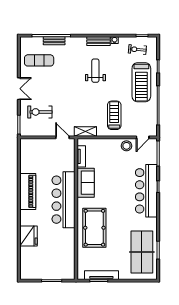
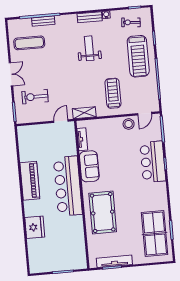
door: (63, 137) -> (61, 121), hinge flipped
bar counter: (146, 191) -> (153, 162), width x0.73

